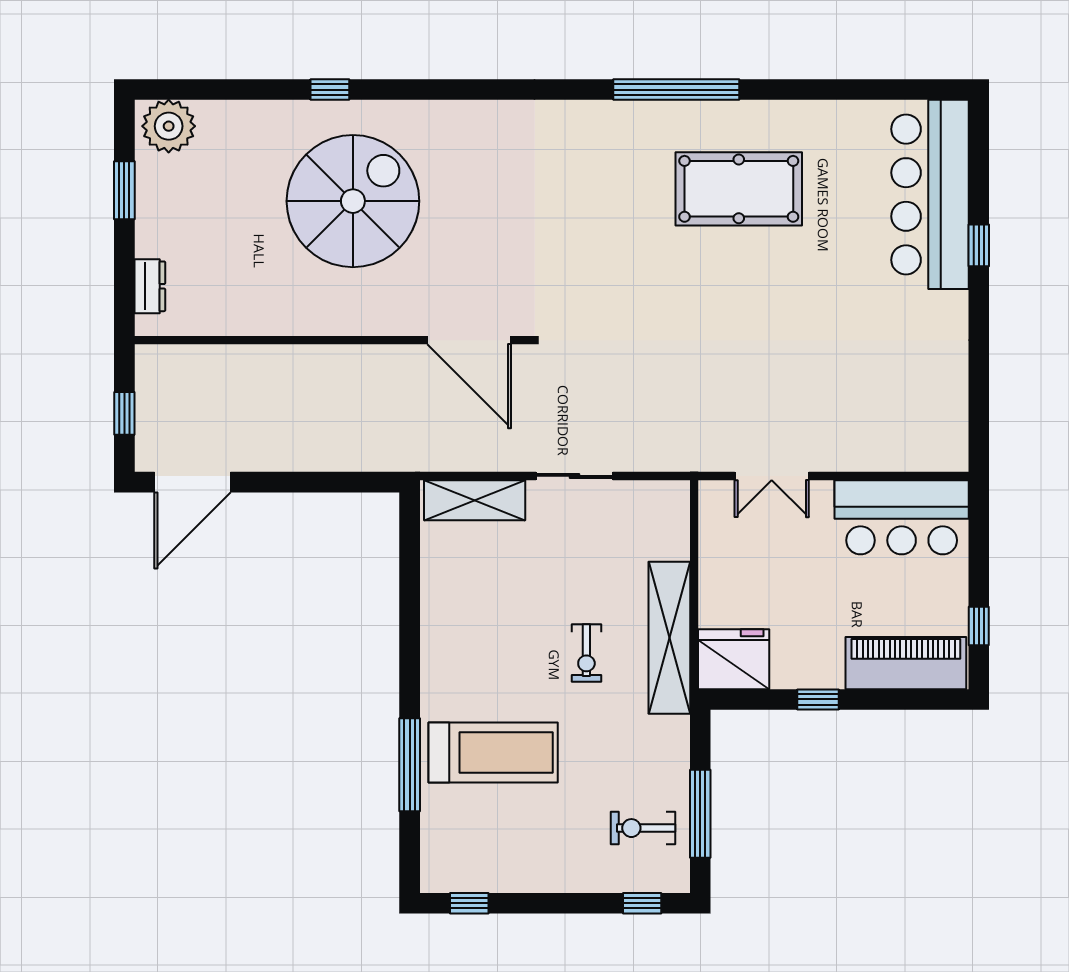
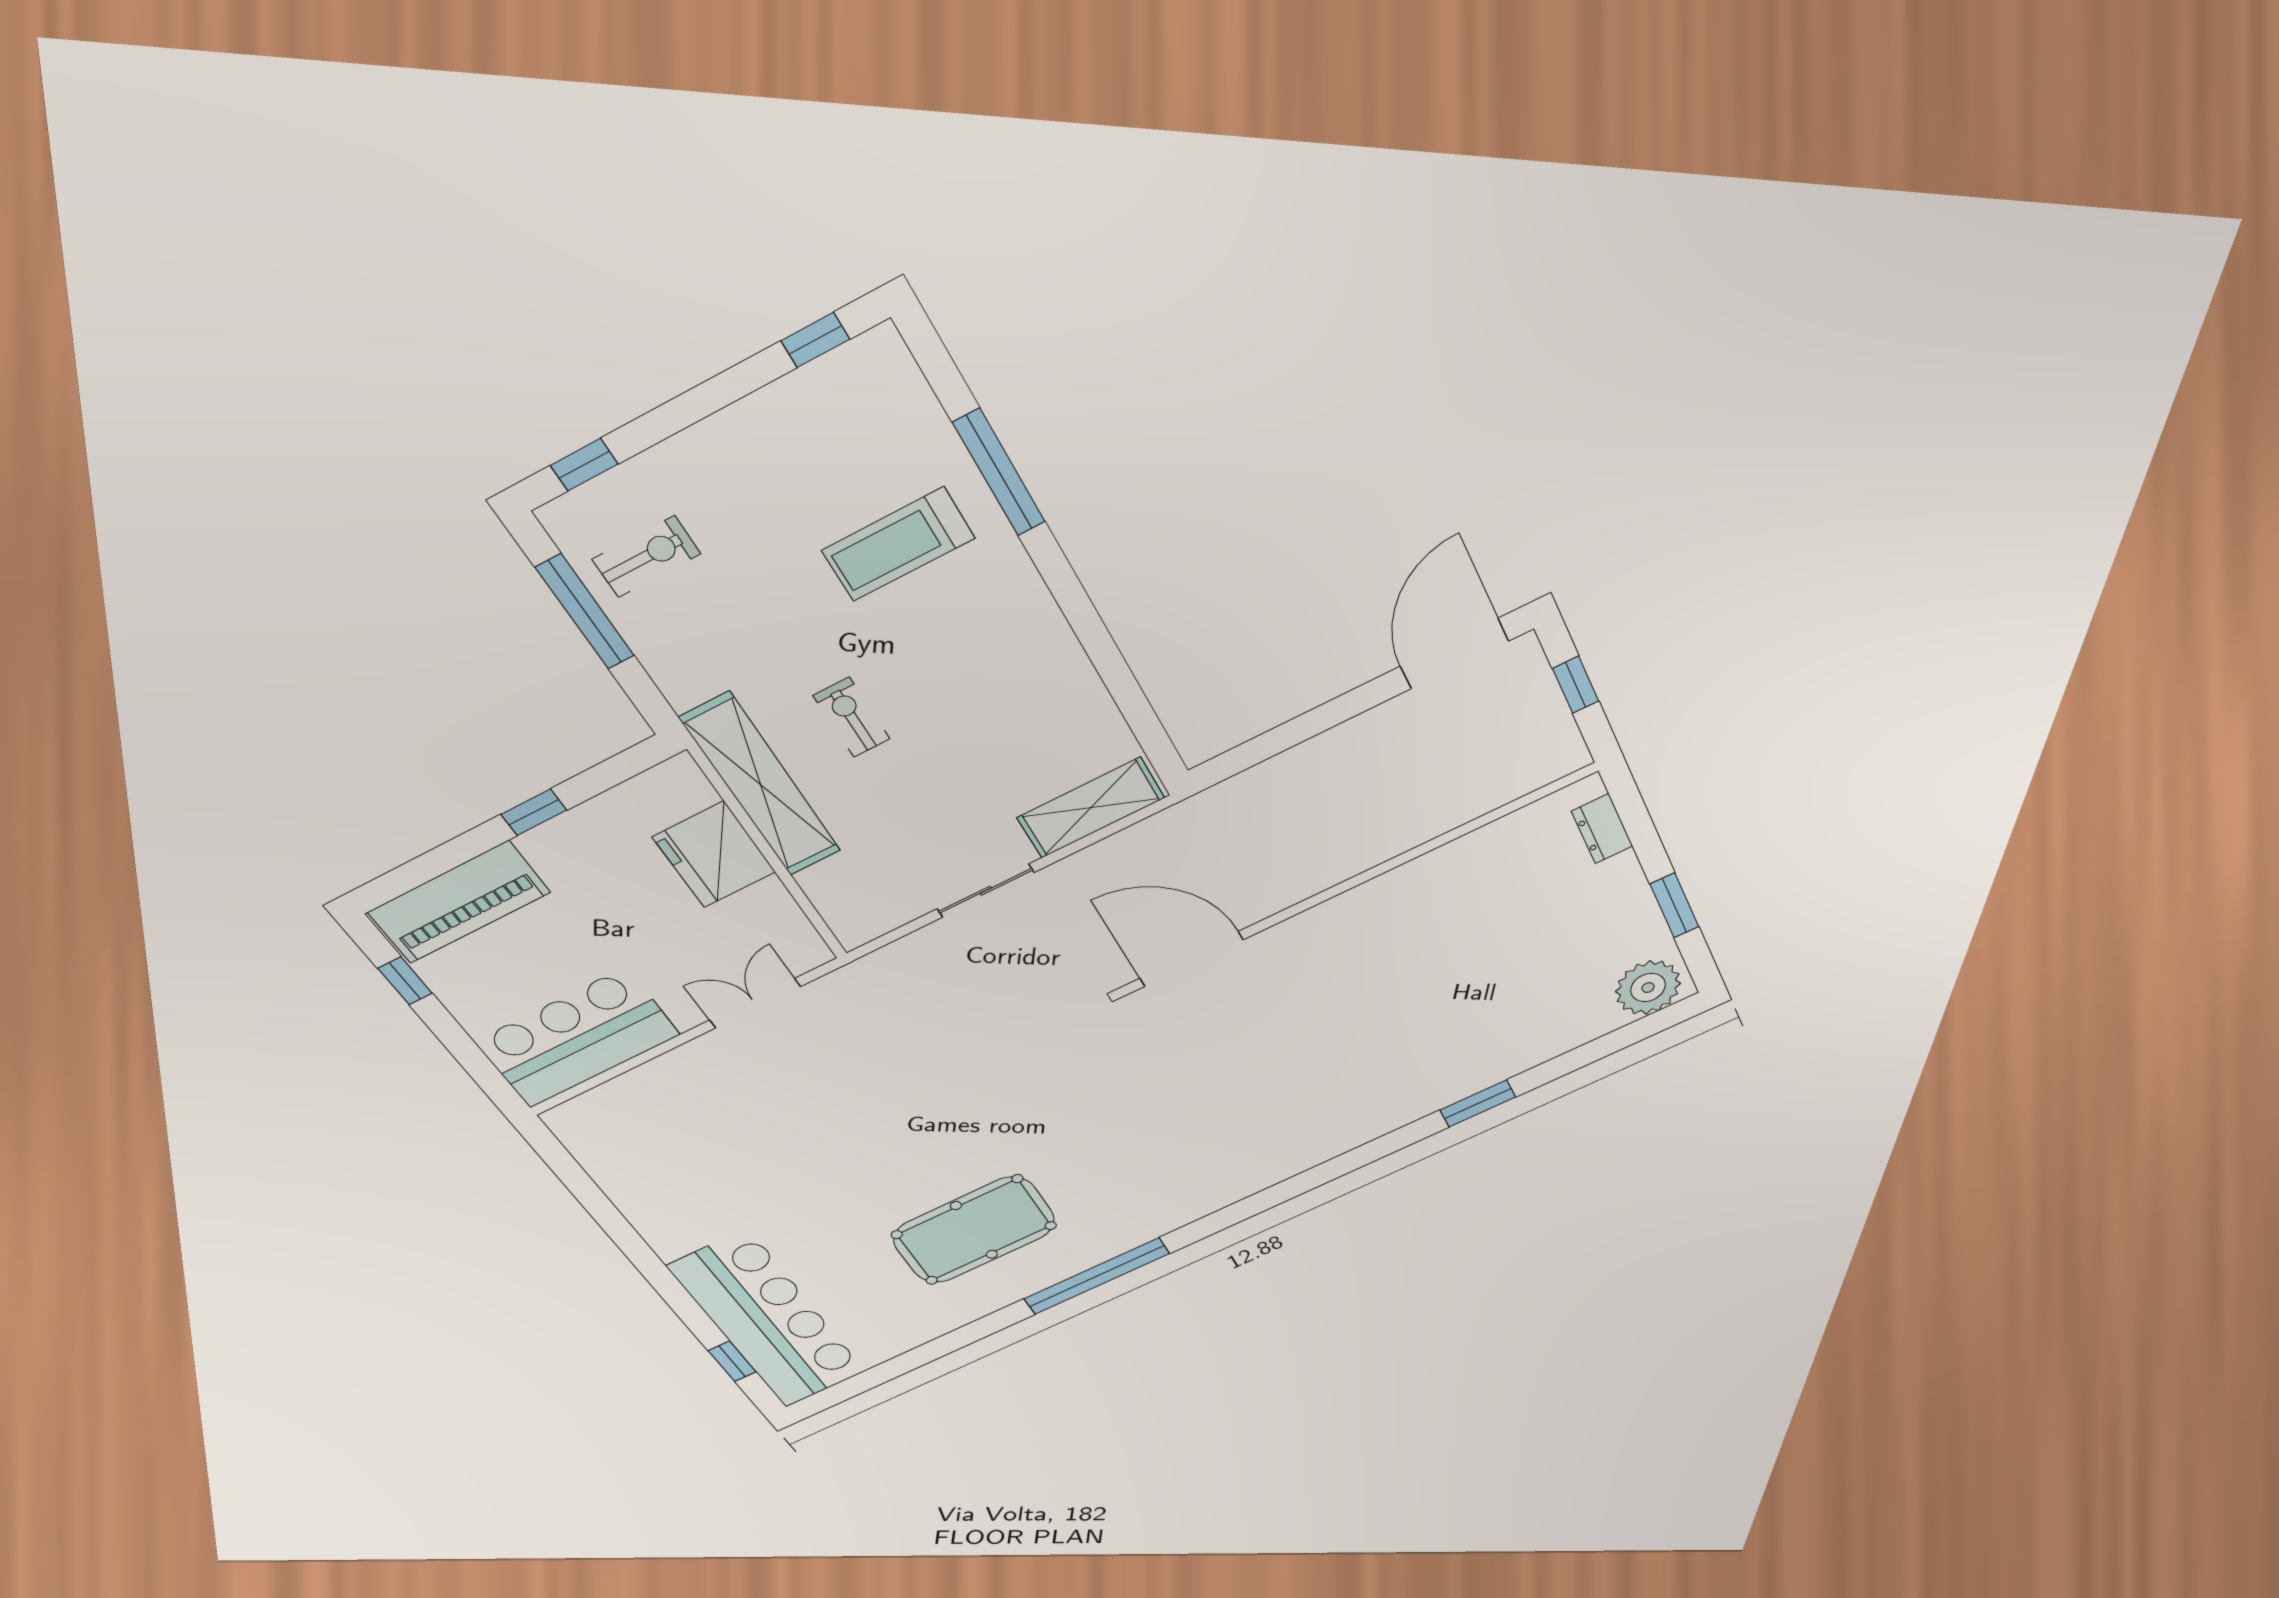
window: (330, 90) -> (1478, 1103), width x1.50
spiral stairs: (353, 201) -> (1399, 1020), removed
window: (979, 245) -> (732, 1361), moved
fridge: (734, 659) -> (714, 855), moved, turned 90
treadmill: (493, 753) -> (898, 544), width x0.73, depth x0.73

